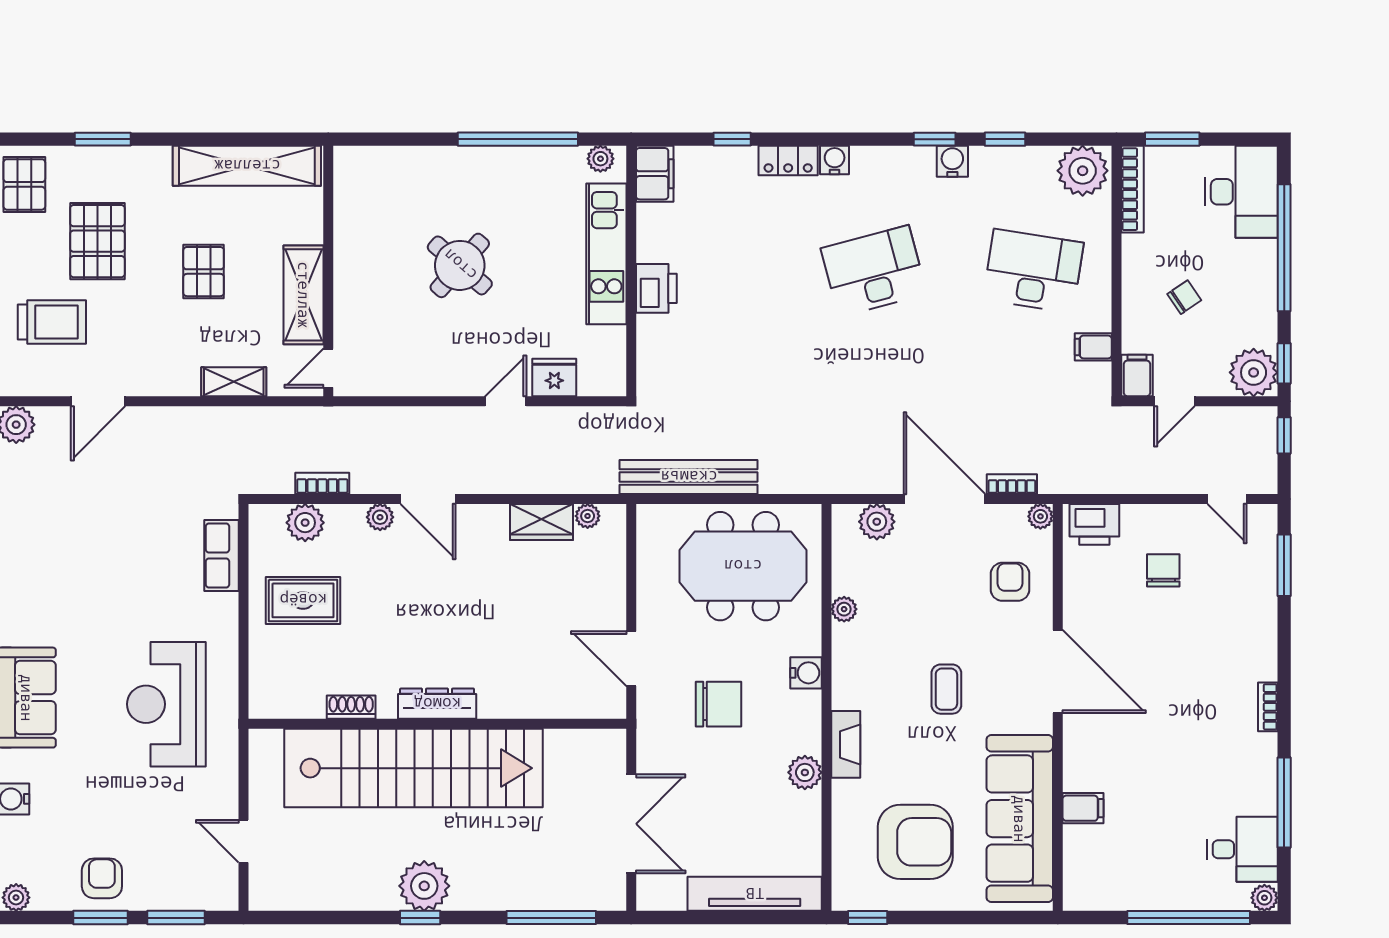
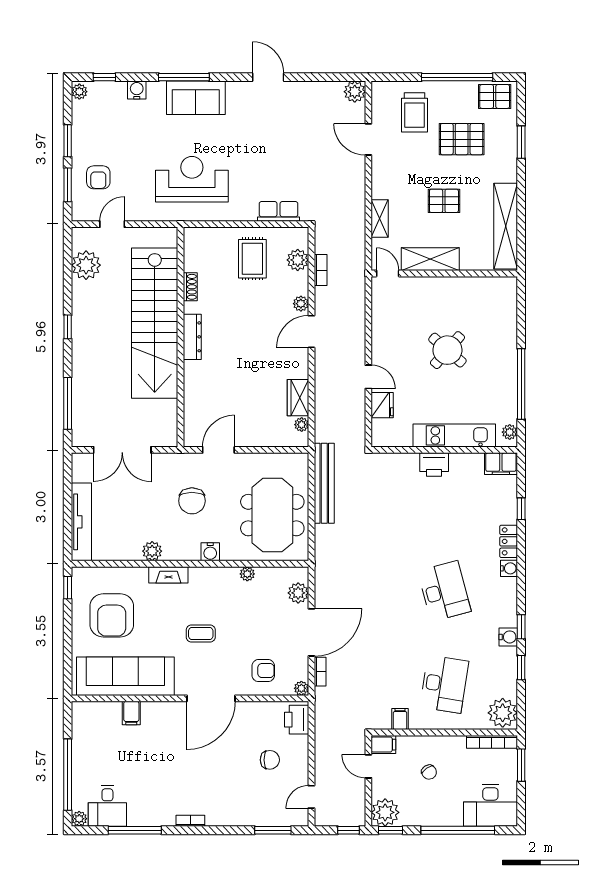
armchair: (102, 878) -> (98, 177), moved, turned 90
plant: (424, 886) -> (86, 265), moved

